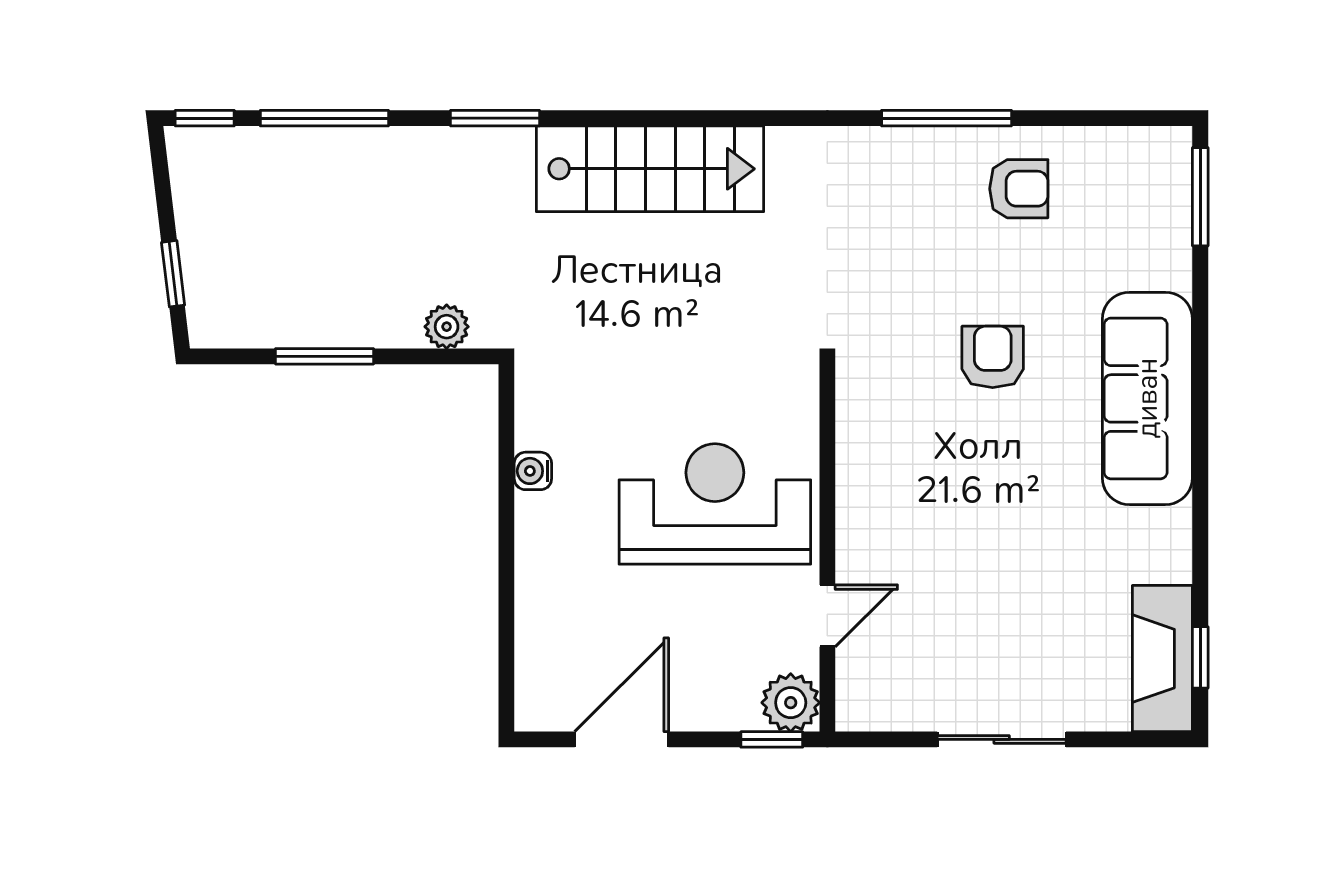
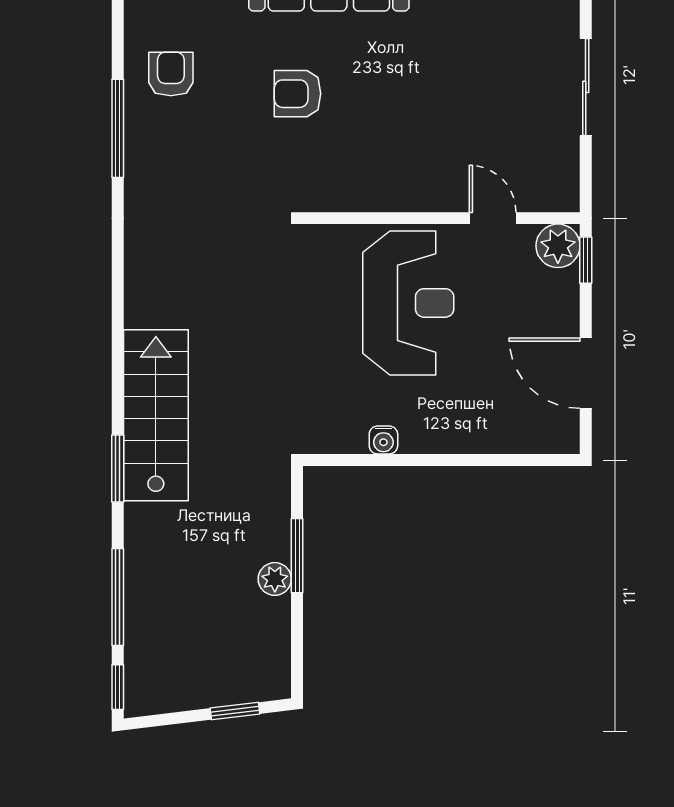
stairs: (650, 169) -> (156, 415), moved
plant: (447, 327) -> (275, 579), moved
window: (325, 356) -> (297, 556), moved
reception desk: (715, 504) -> (408, 303), turned 180

